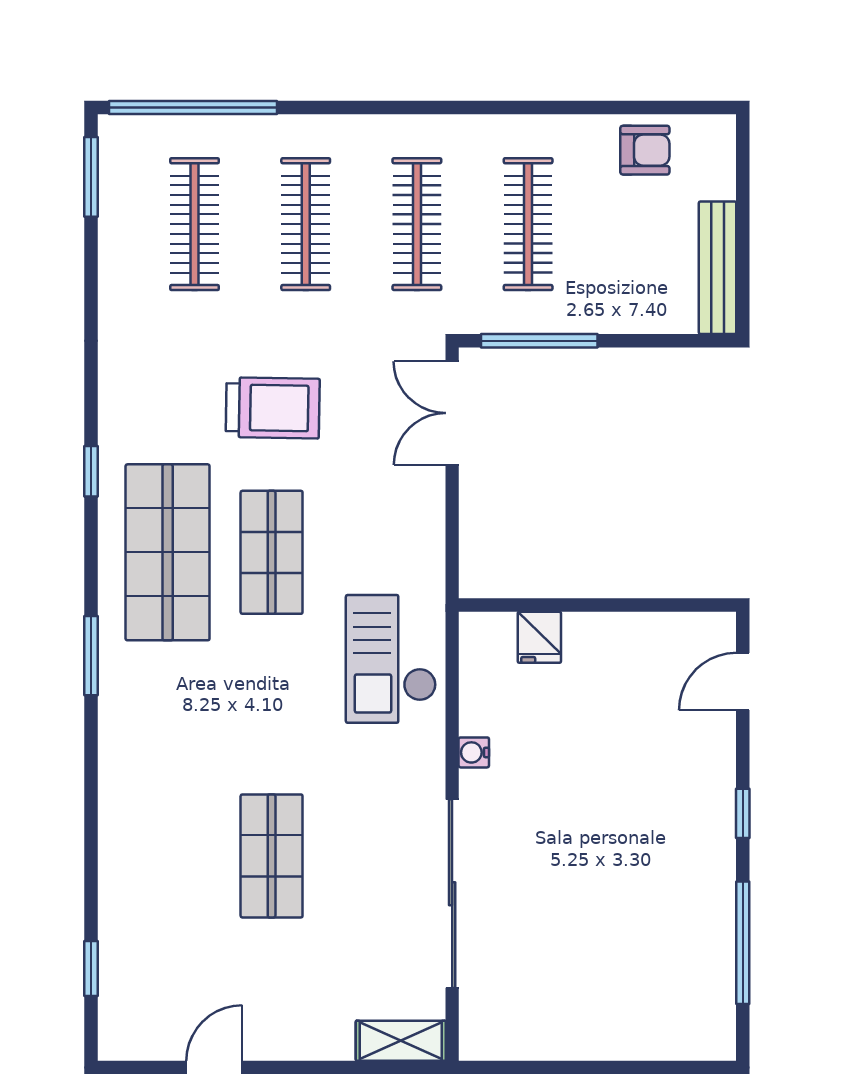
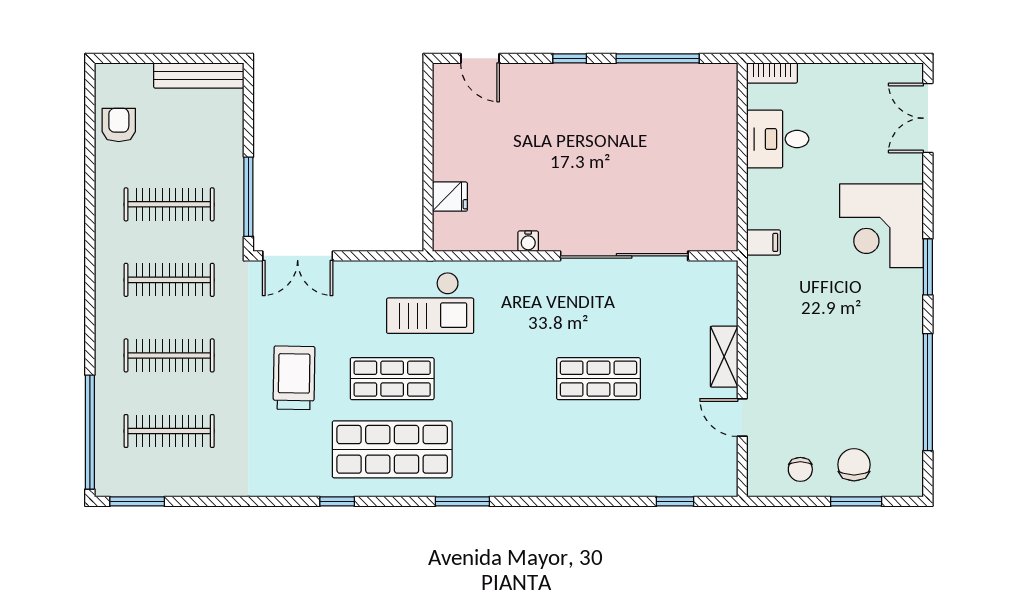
checkout: (391, 659) -> (430, 303), moved
shelving: (401, 1041) -> (724, 357), moved

